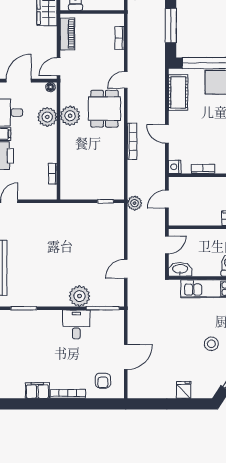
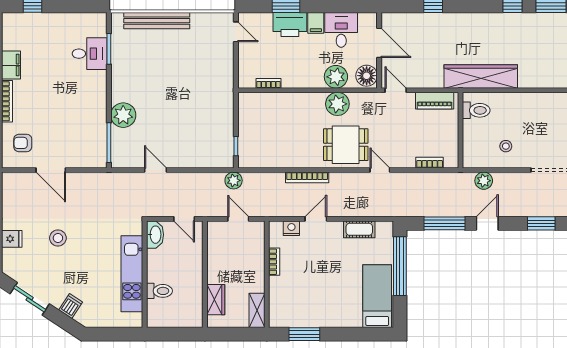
floor lamp: (51, 87) -> (367, 76), width x1.89, depth x1.89
cot: (178, 92) -> (359, 229), width x0.73, depth x0.75
nightstand: (175, 167) -> (291, 228), moved
desk: (76, 324) -> (90, 54), moved
stool: (211, 344) -> (58, 238), moved

